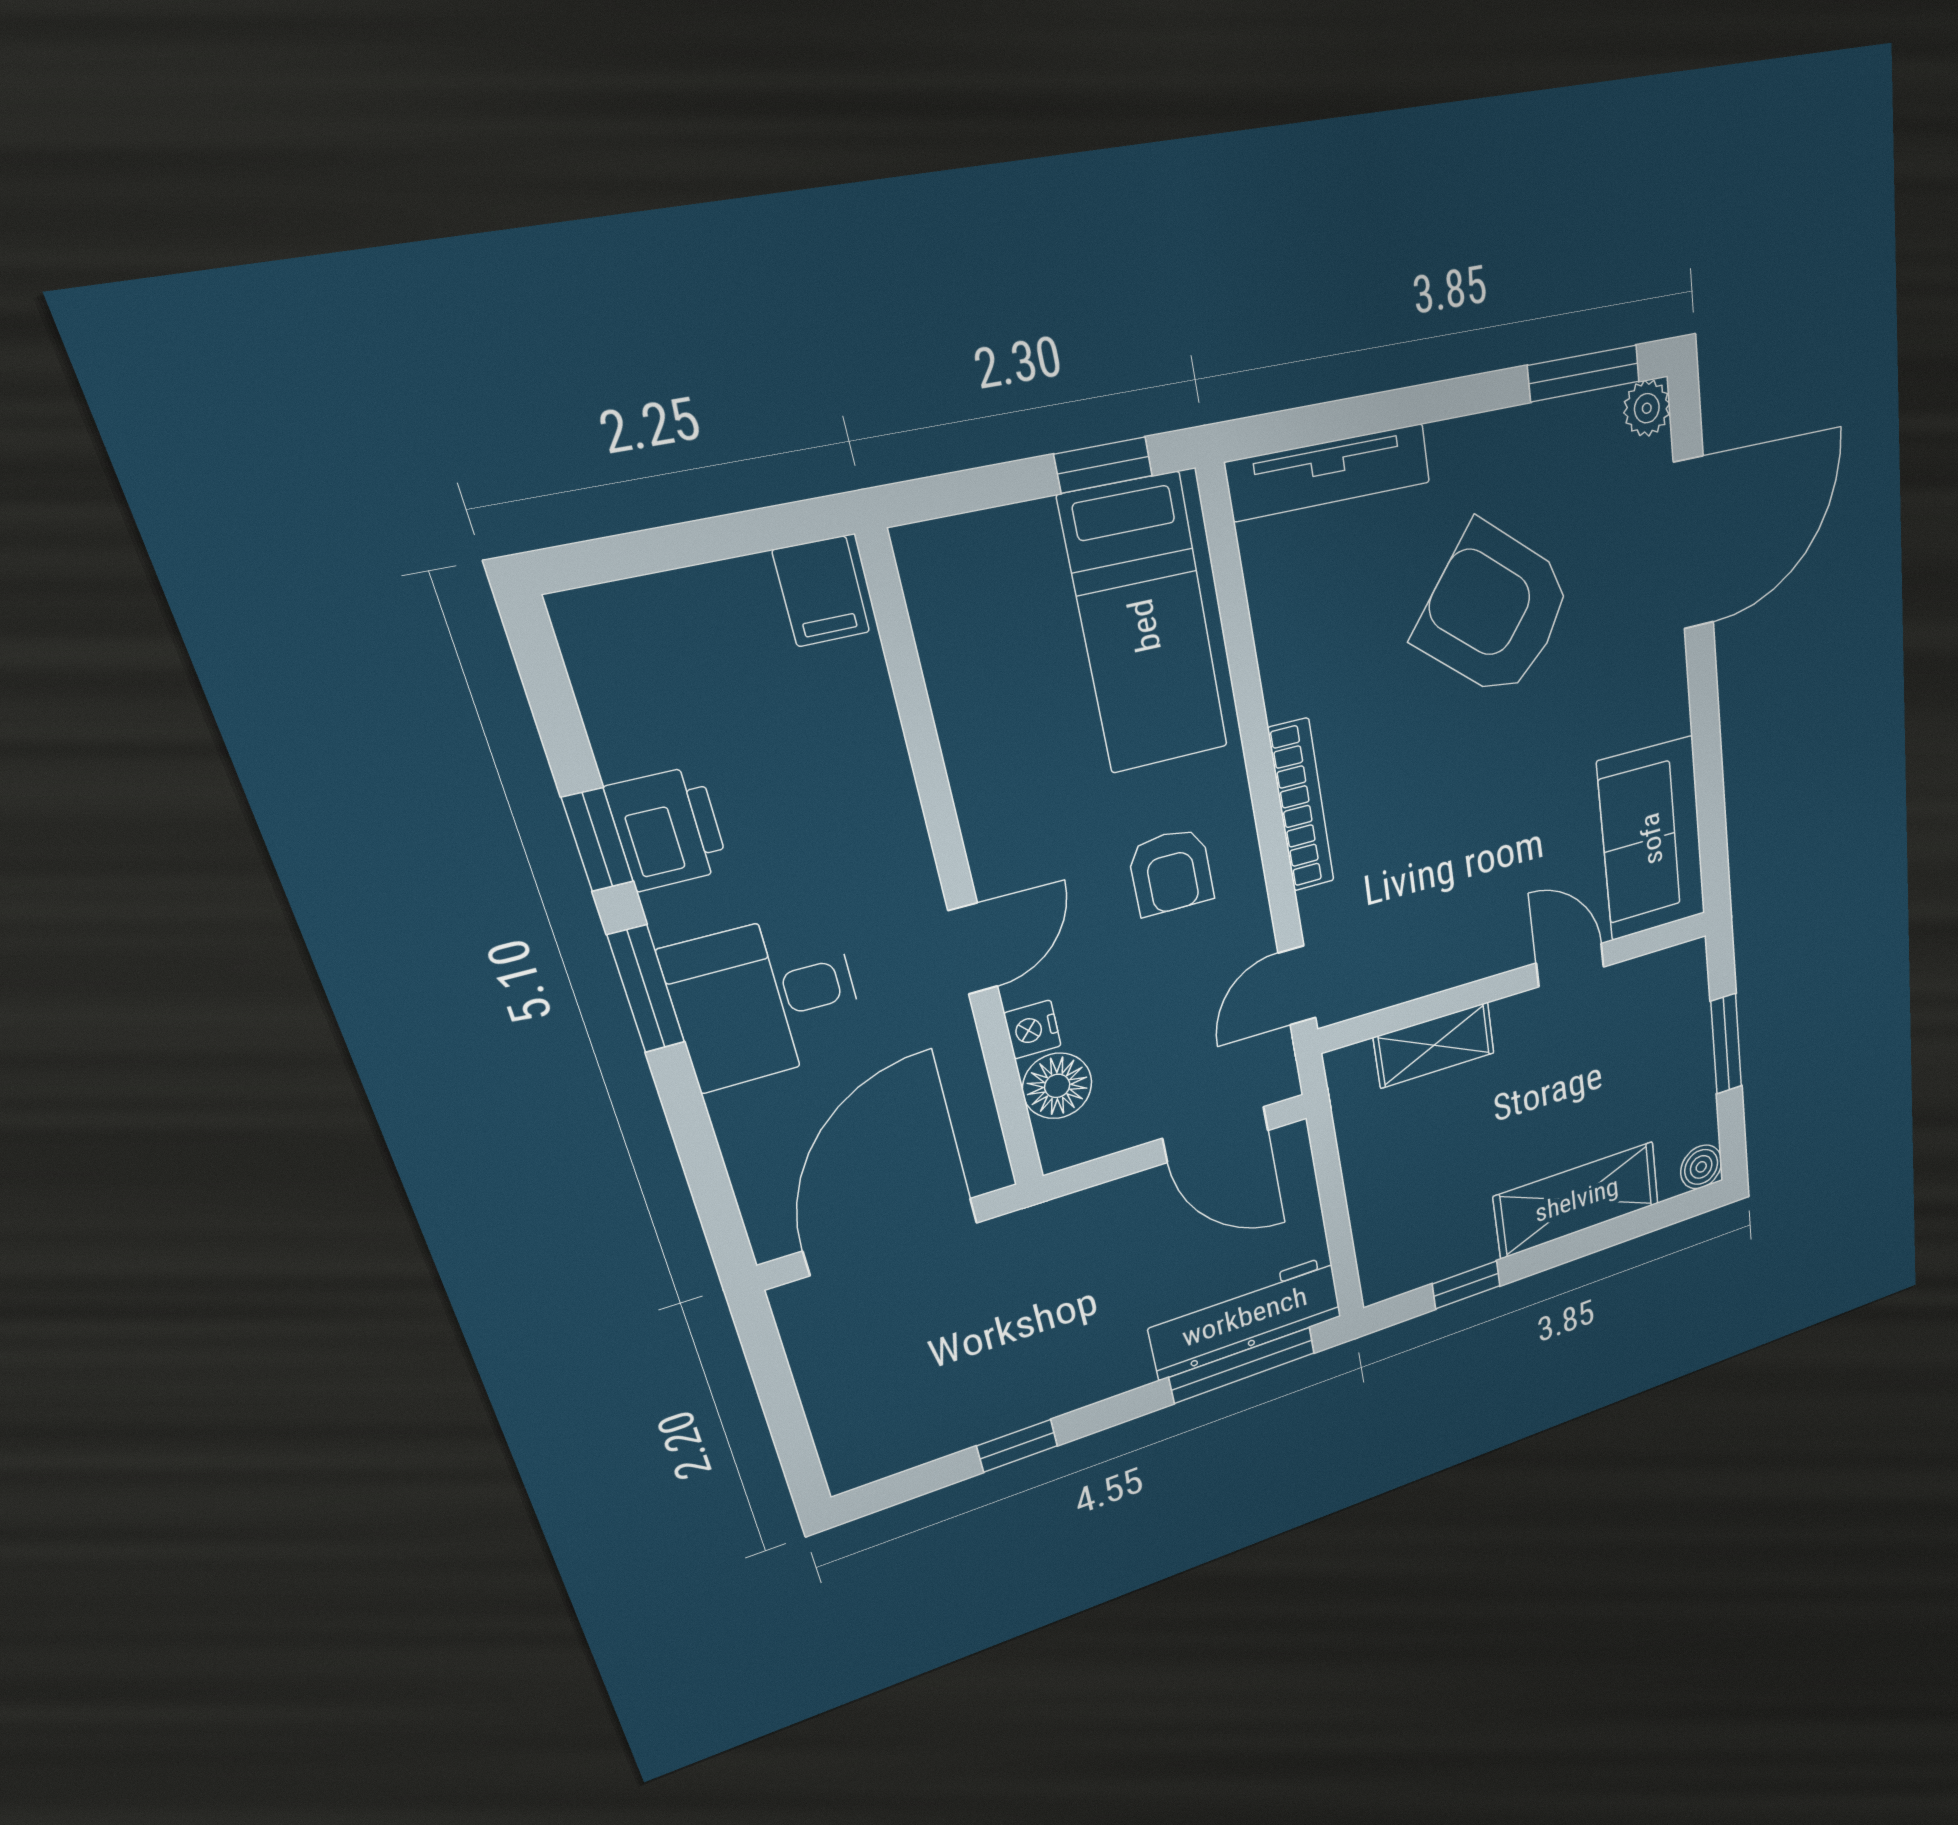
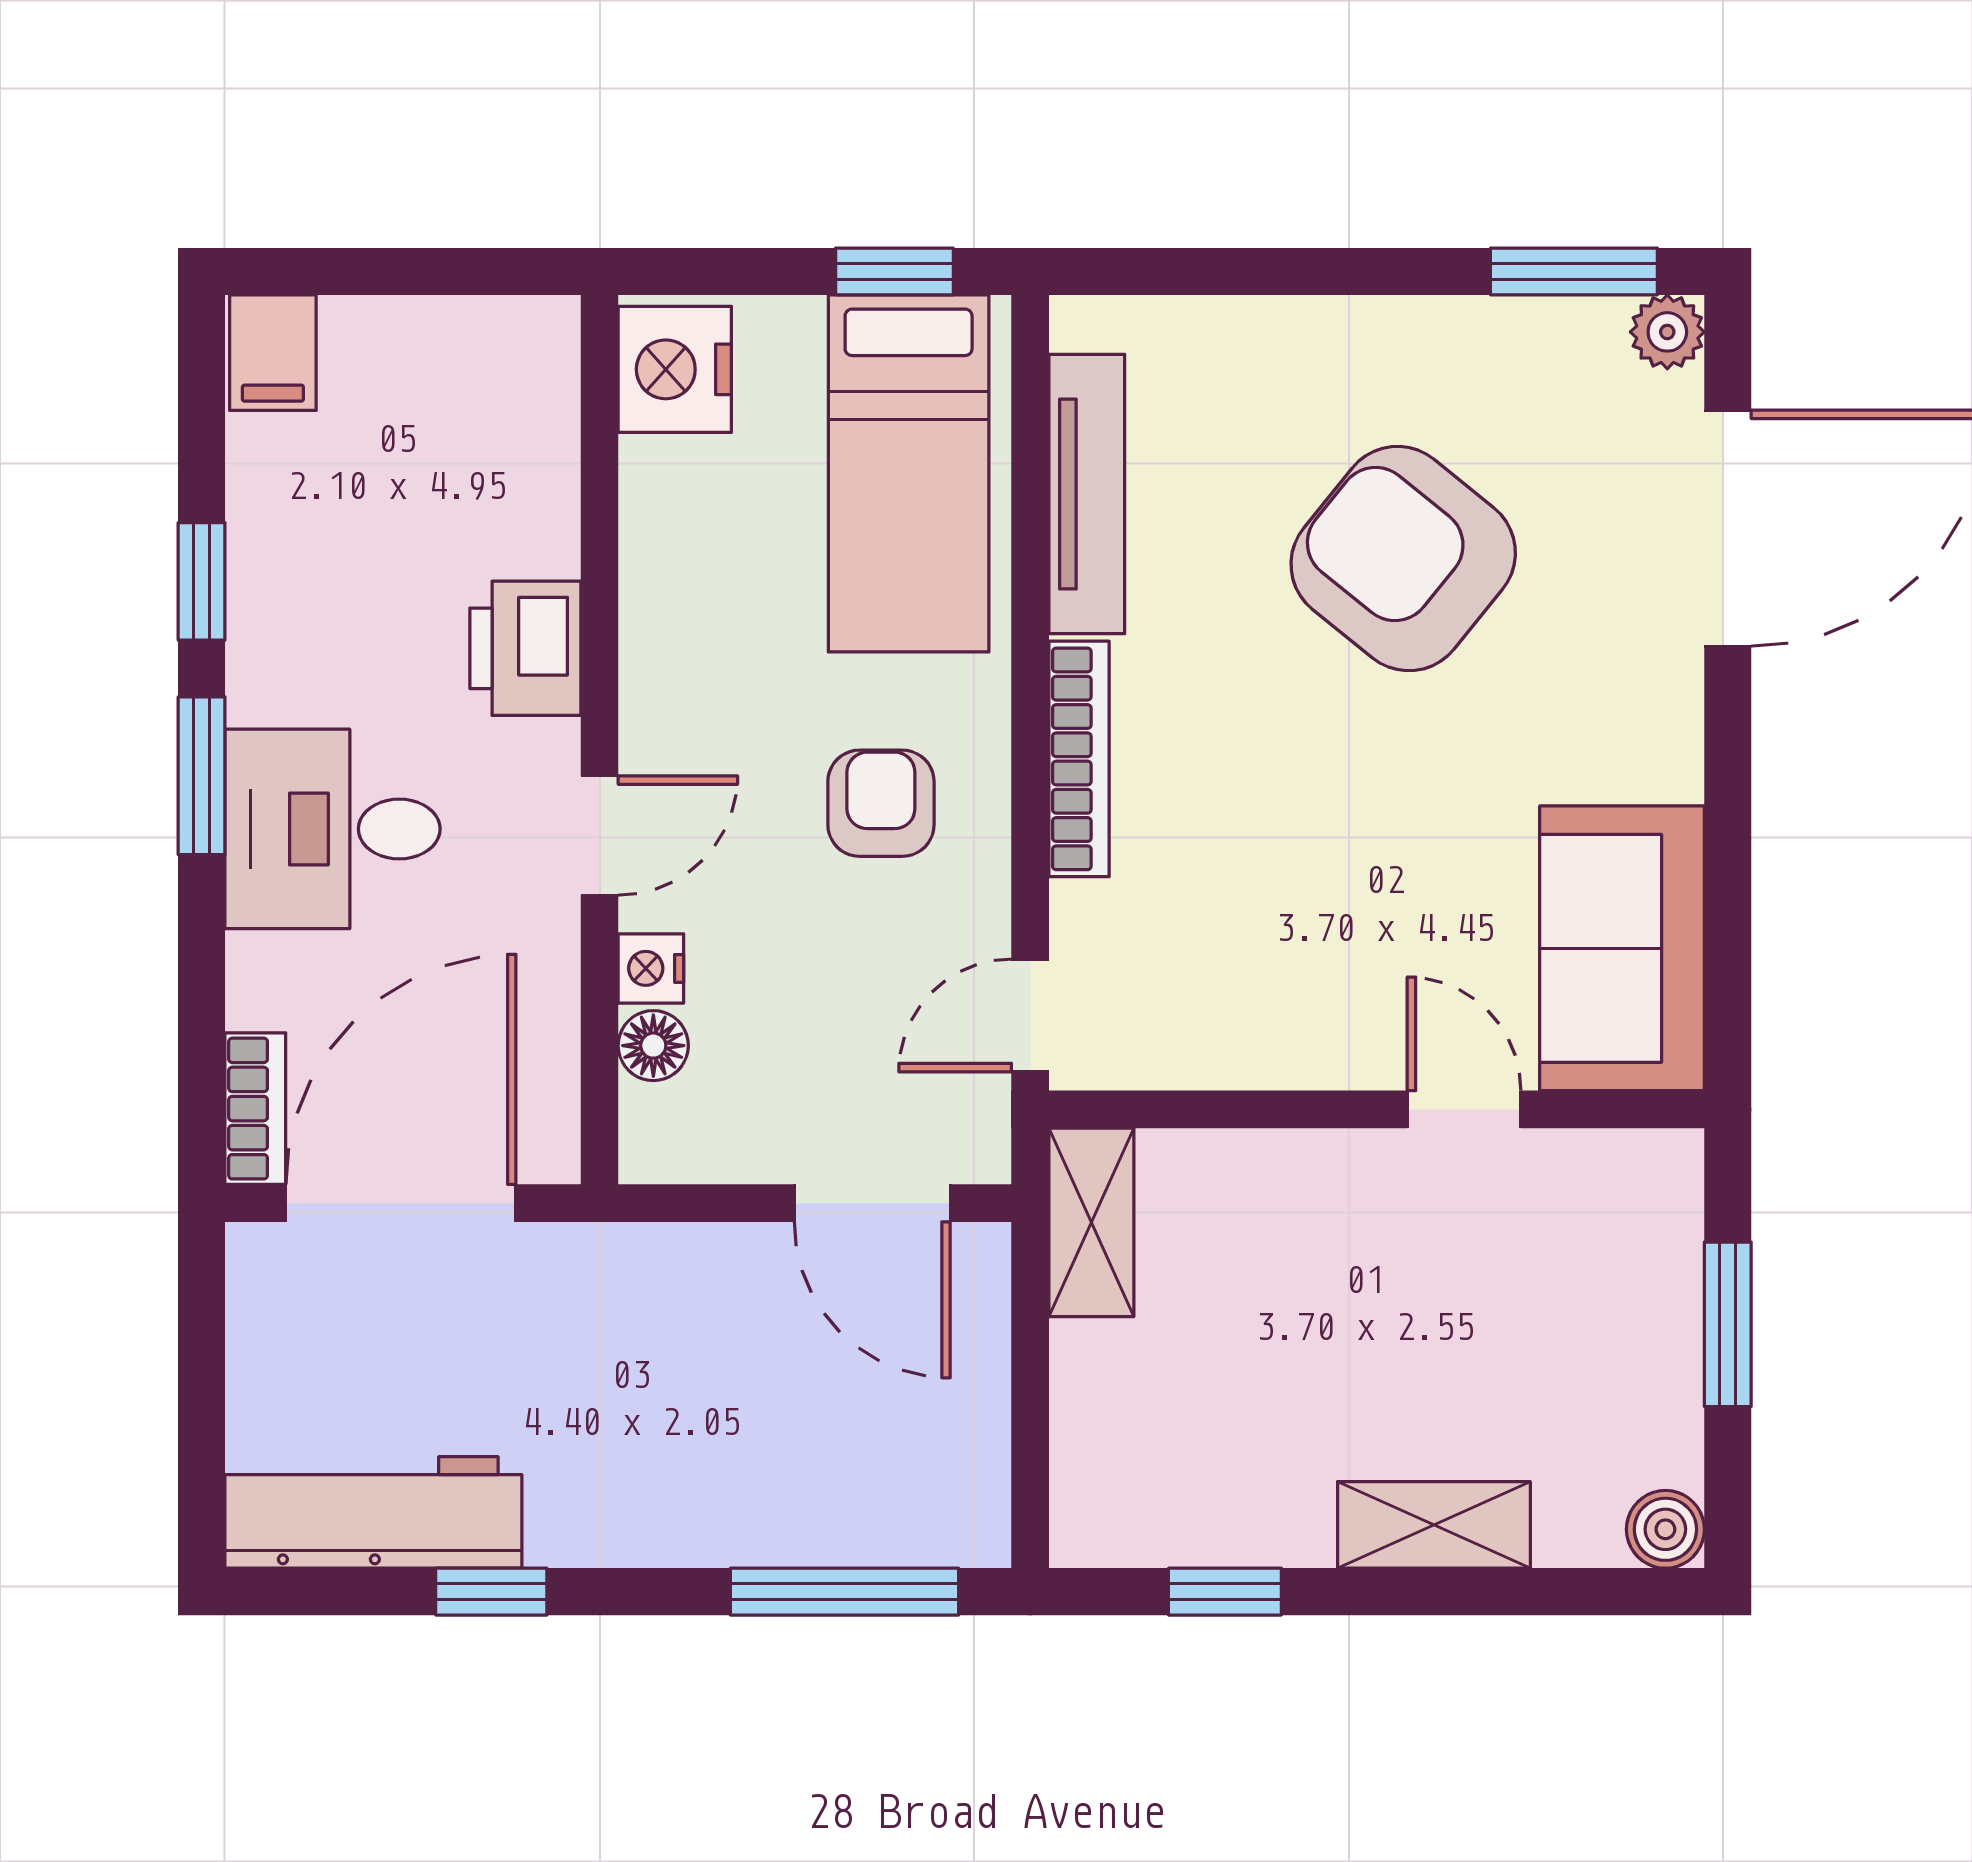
tv unit: (1329, 472) -> (1087, 494), moved, turned -90
nightstand: (947, 580) -> (675, 369), added
filing cabinet: (821, 591) -> (273, 353), moved
printer: (667, 829) -> (525, 648), moved, turned 180
armchair: (1171, 872) -> (881, 803), turned 180
shelving: (1434, 1045) -> (1091, 1222), moved, turned 90
floor lamp: (1057, 1086) -> (653, 1046), width x0.73, depth x0.73
shelving: (1577, 1200) -> (1434, 1525), width x0.67, depth x0.75
bookcase: (764, 1209) -> (255, 1109), added
workbench: (1245, 1317) -> (373, 1512), moved

